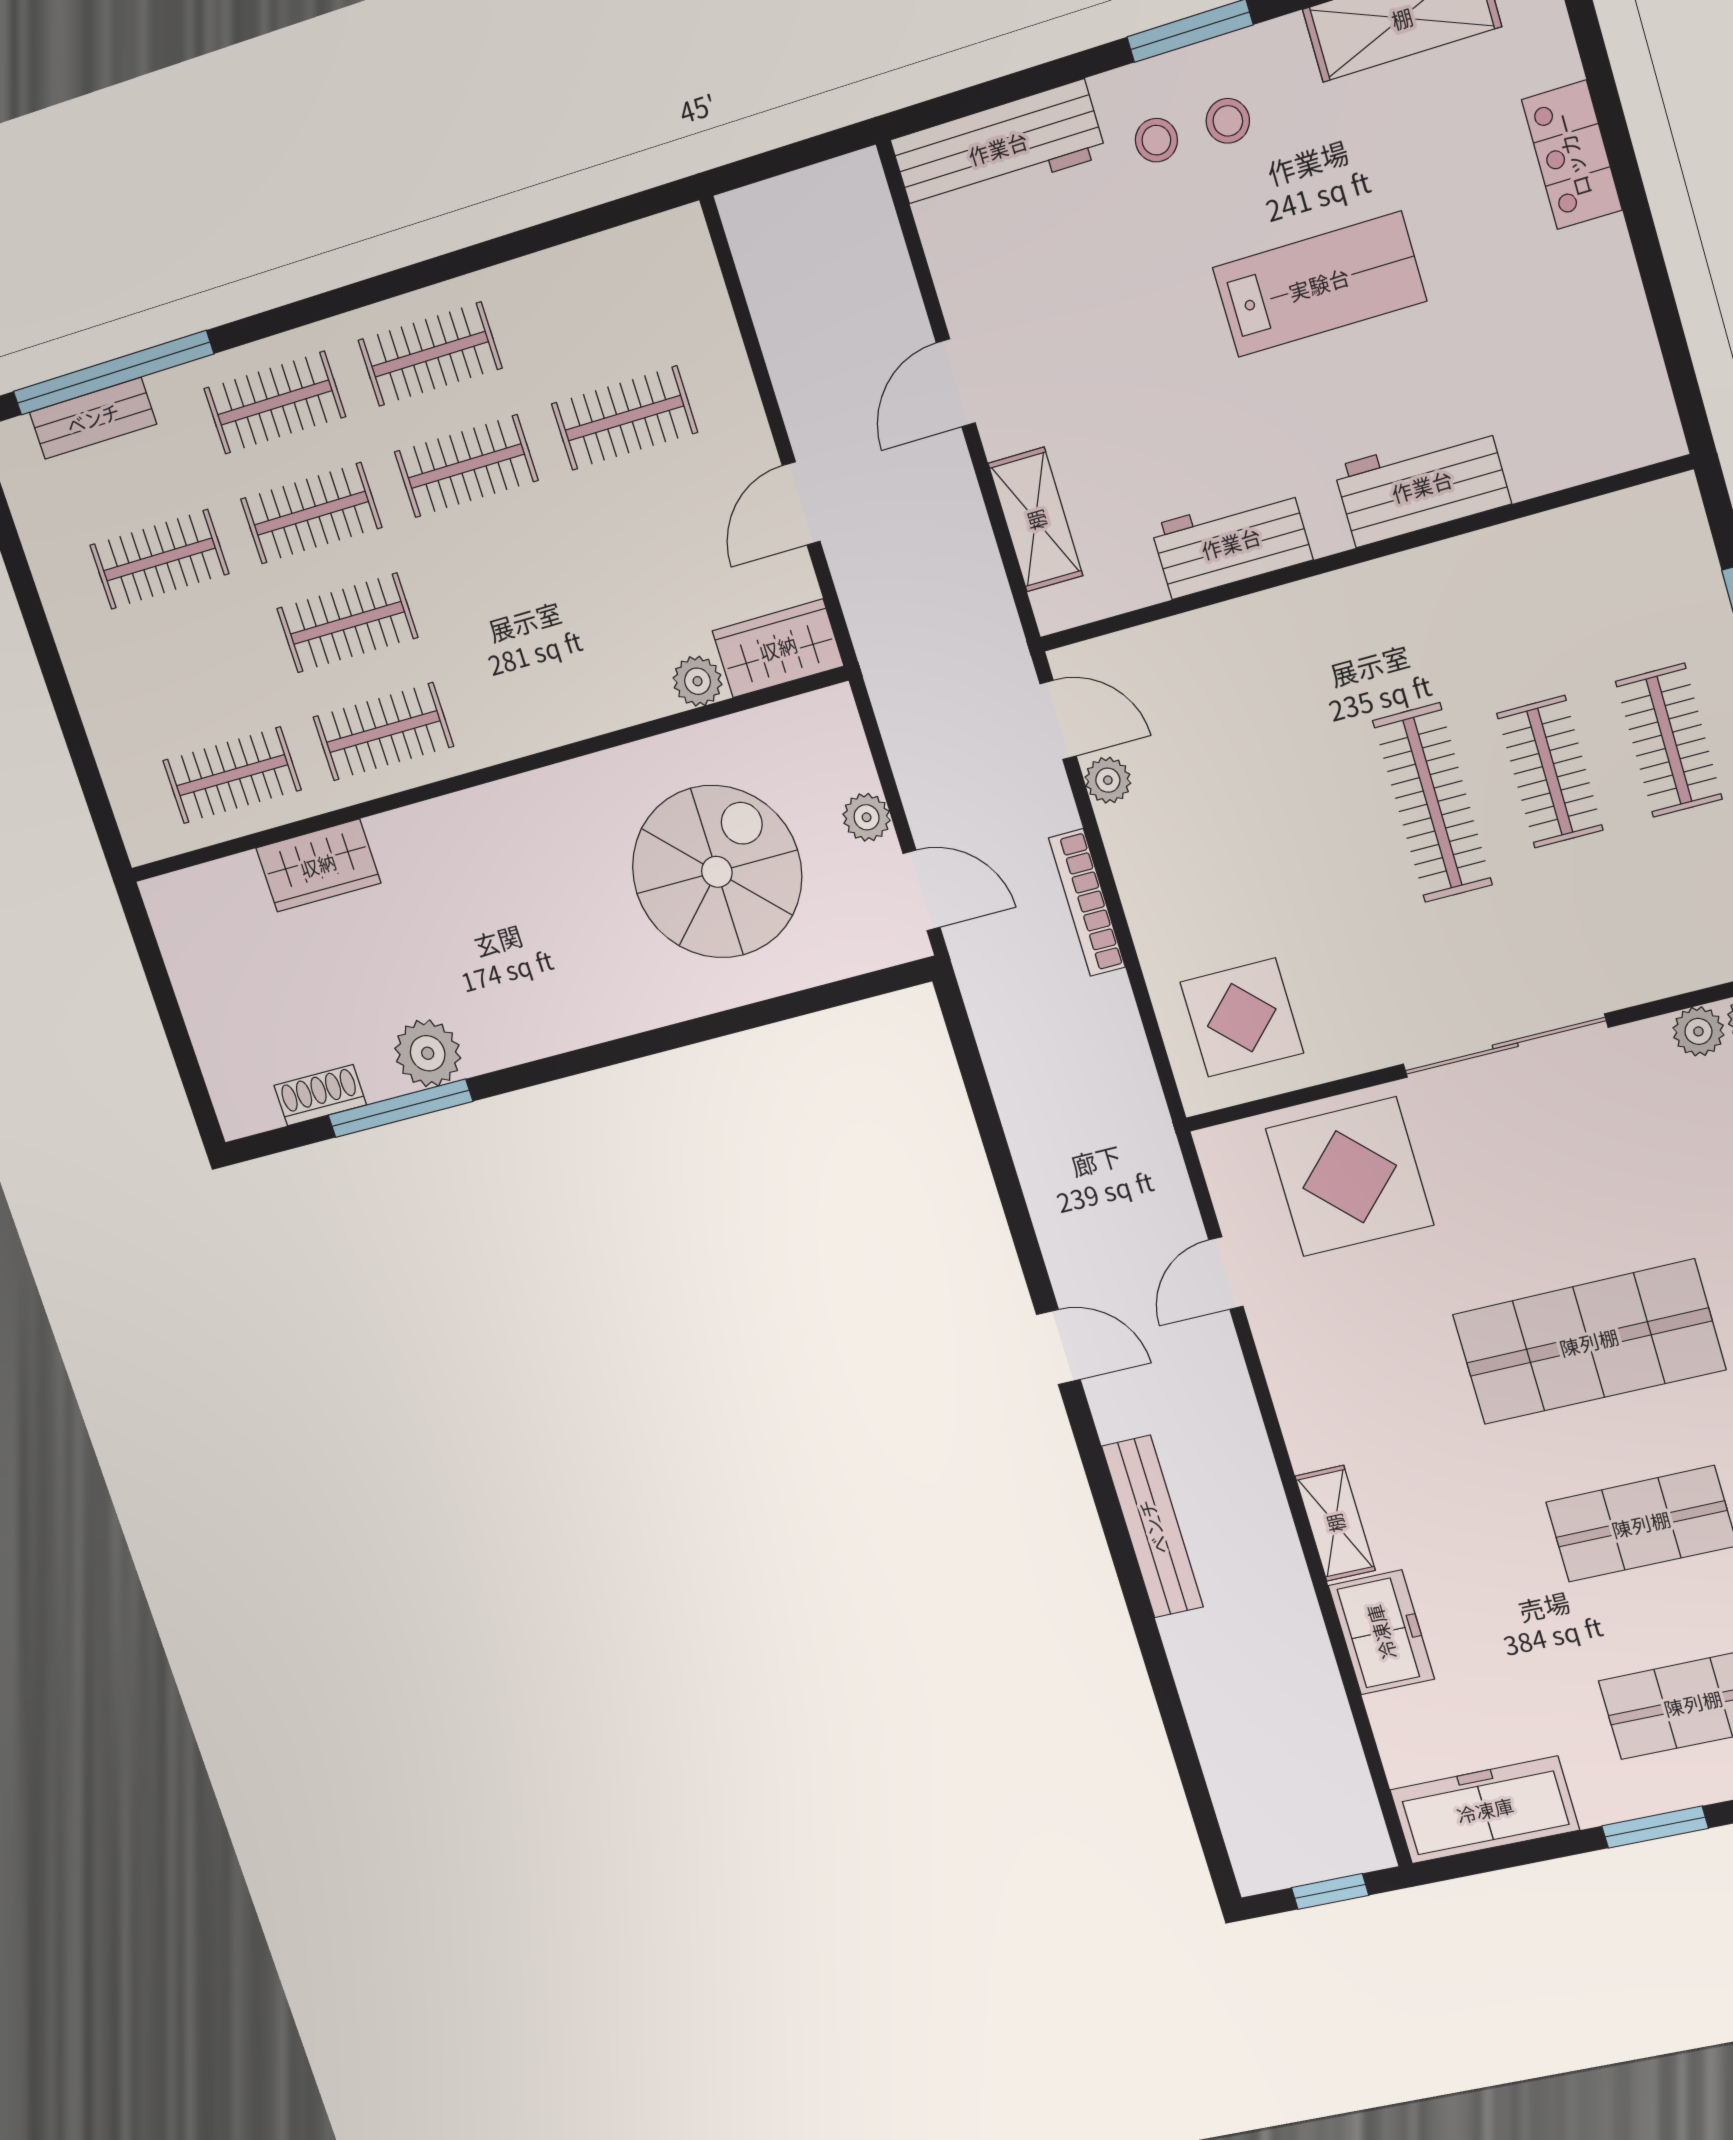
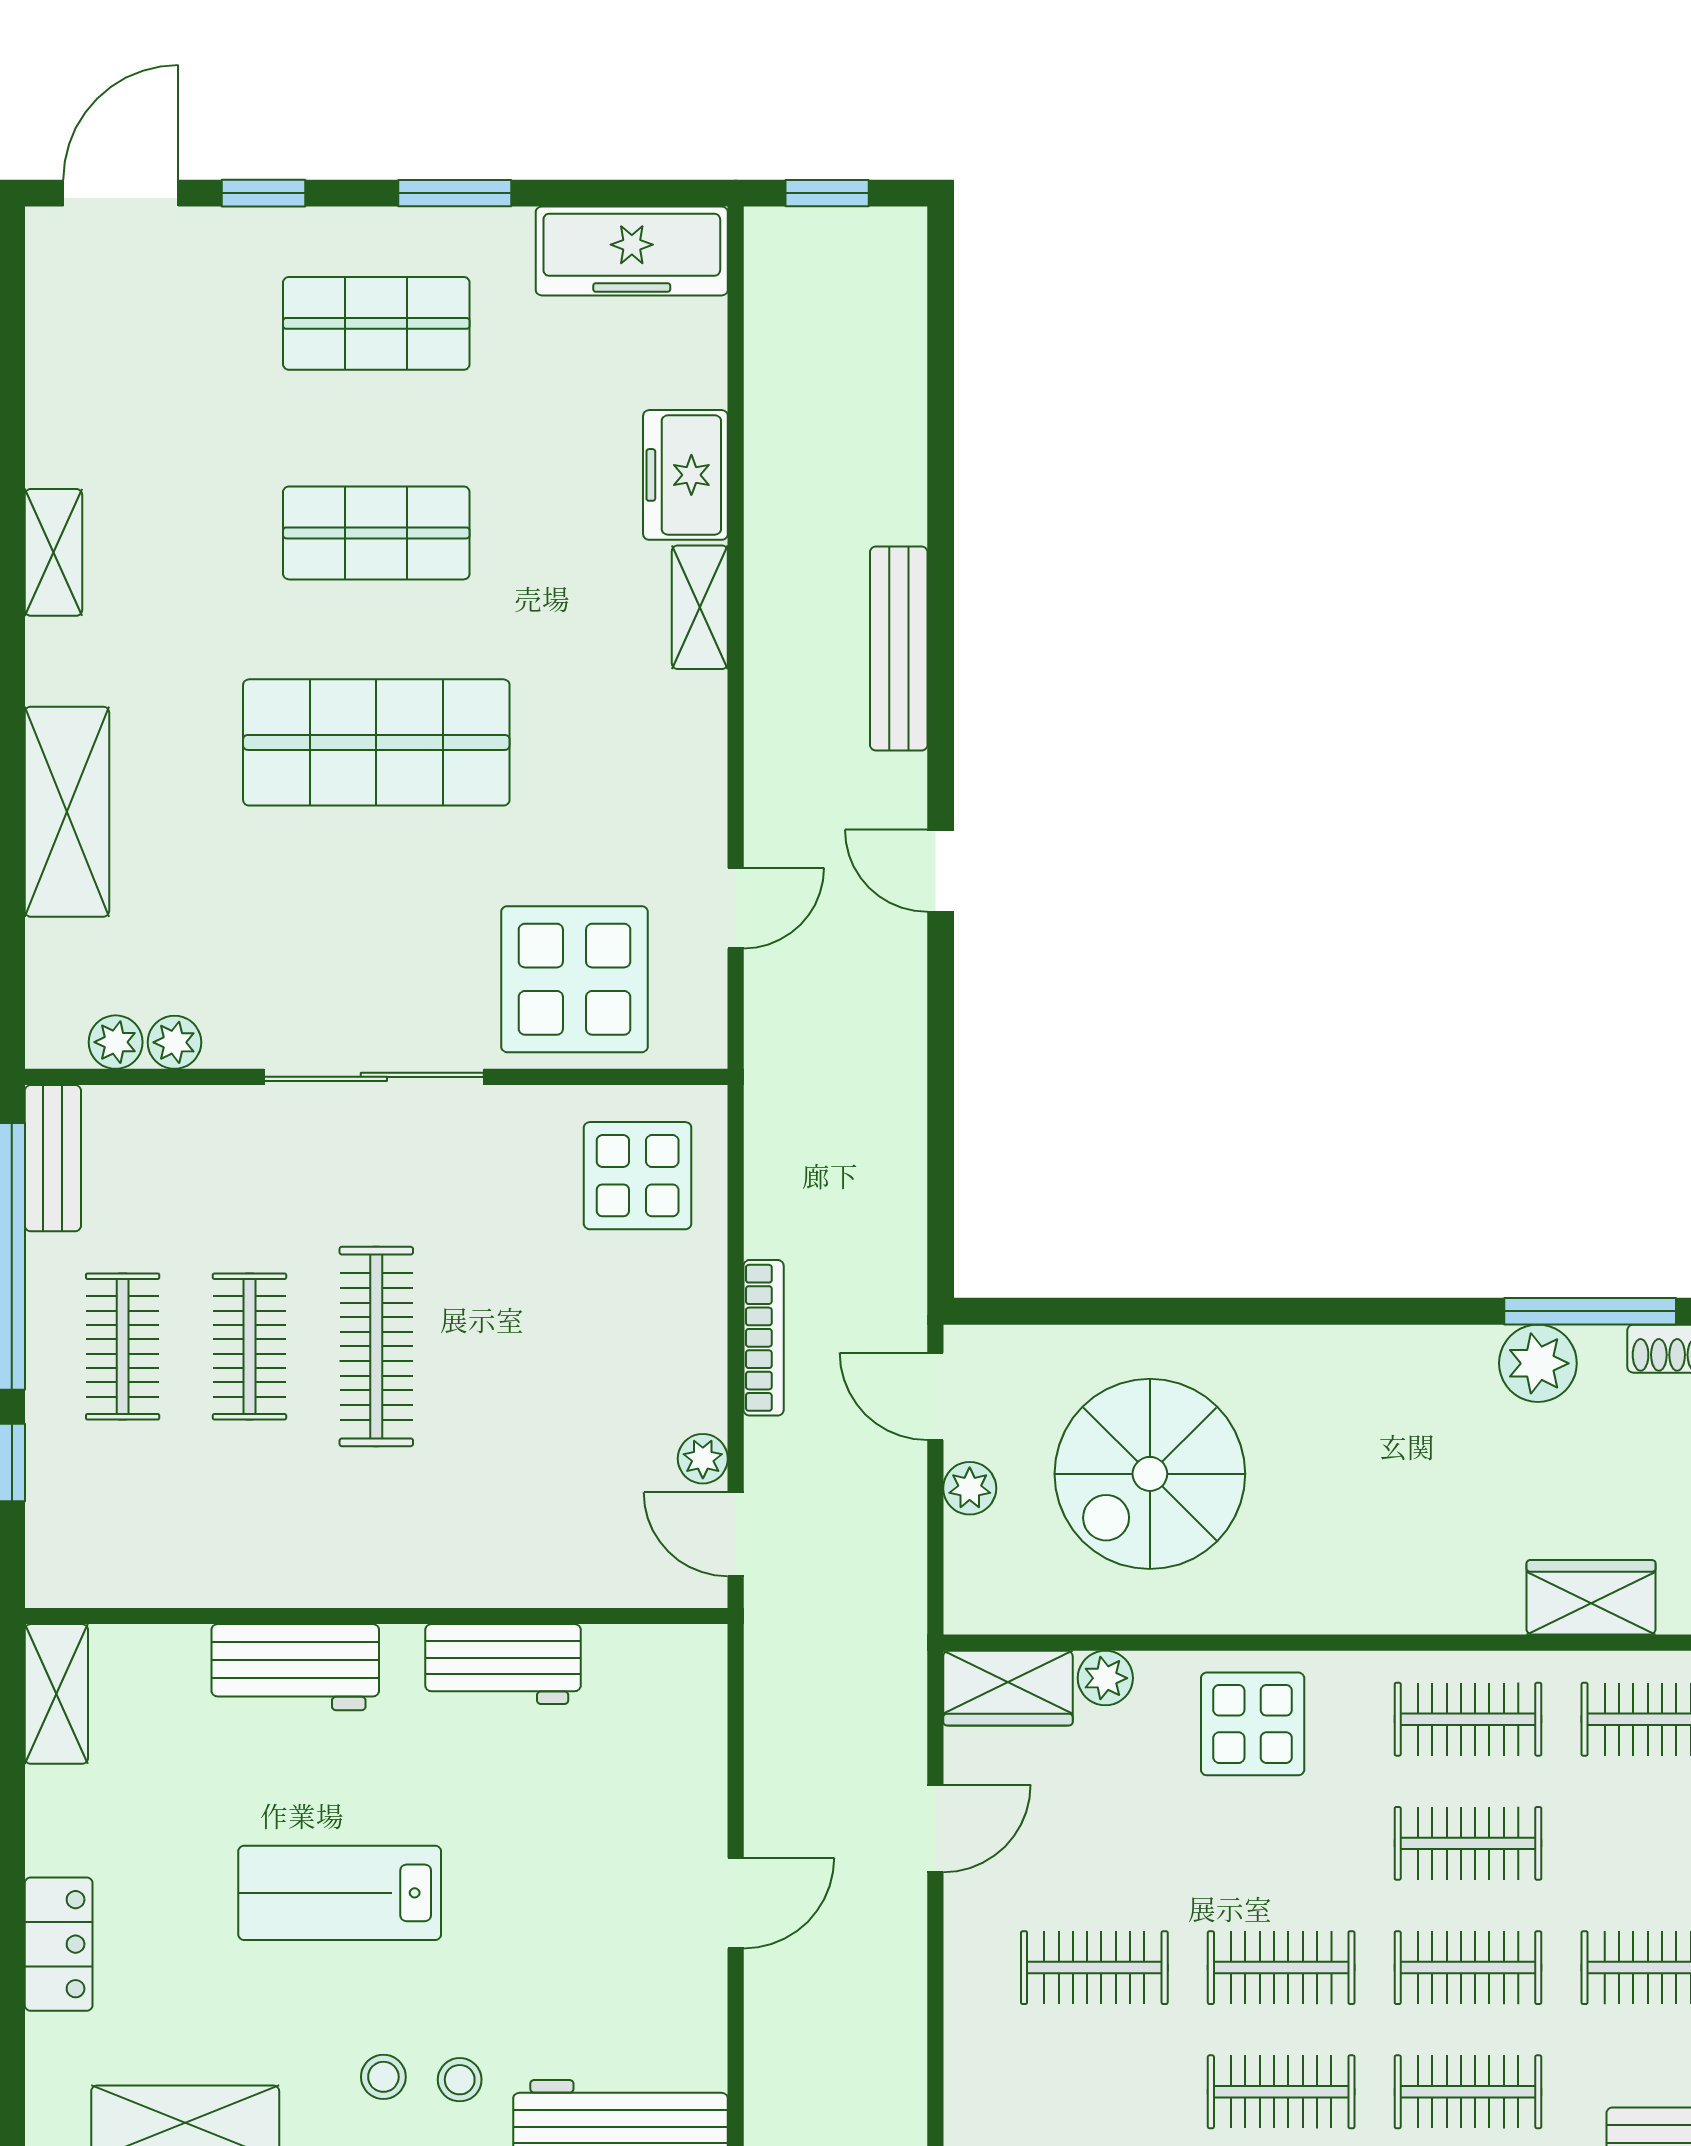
shelving: (1036, 520) -> (56, 1694), moved
display table: (560, 676) -> (1253, 1724), added

